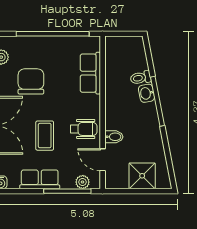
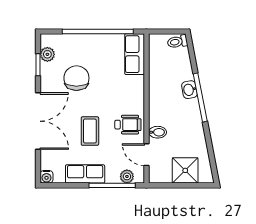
row of seats: (90, 73) -> (135, 54), moved
toilet: (141, 78) -> (177, 42), moved

